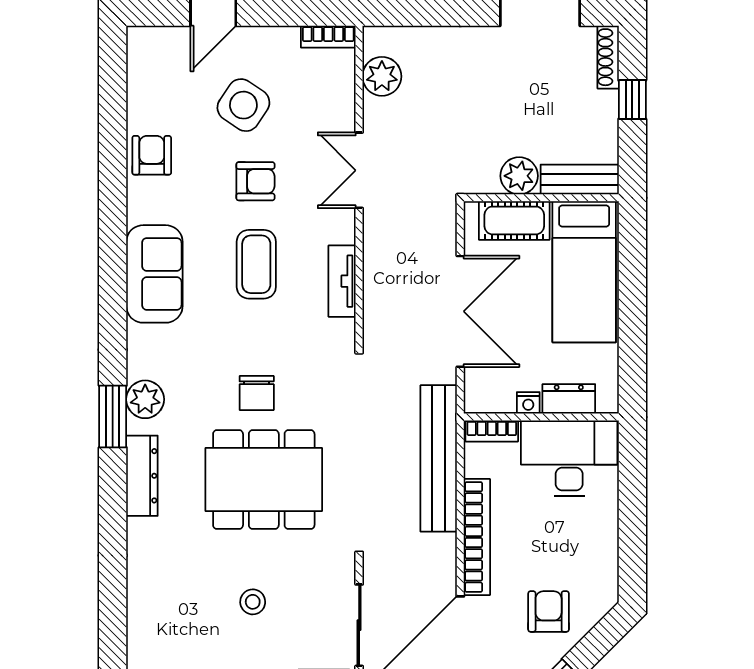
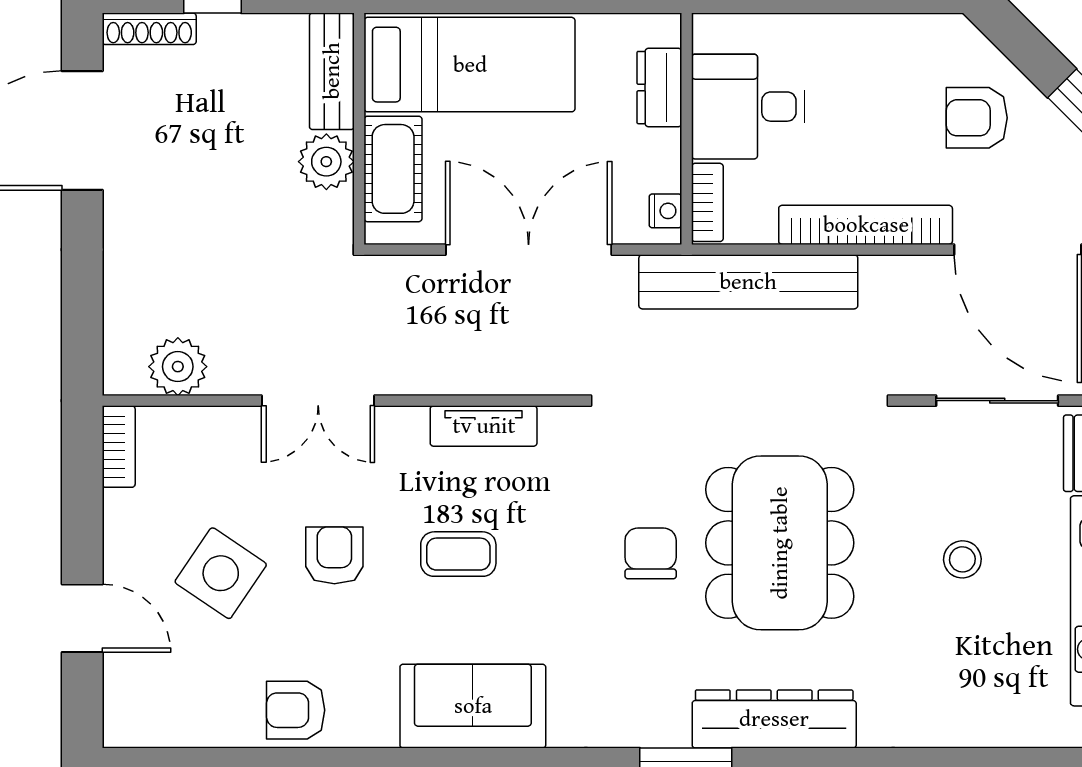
coffee table: (256, 264) -> (458, 554), width x0.73, depth x0.77
chair: (257, 393) -> (651, 553), turned -90
plant: (145, 399) -> (660, 720), removed
nightstand: (528, 403) -> (665, 211), moved
desk: (569, 458) -> (748, 107), width x0.73
dresser: (142, 476) -> (774, 719), width x1.37, depth x1.24

